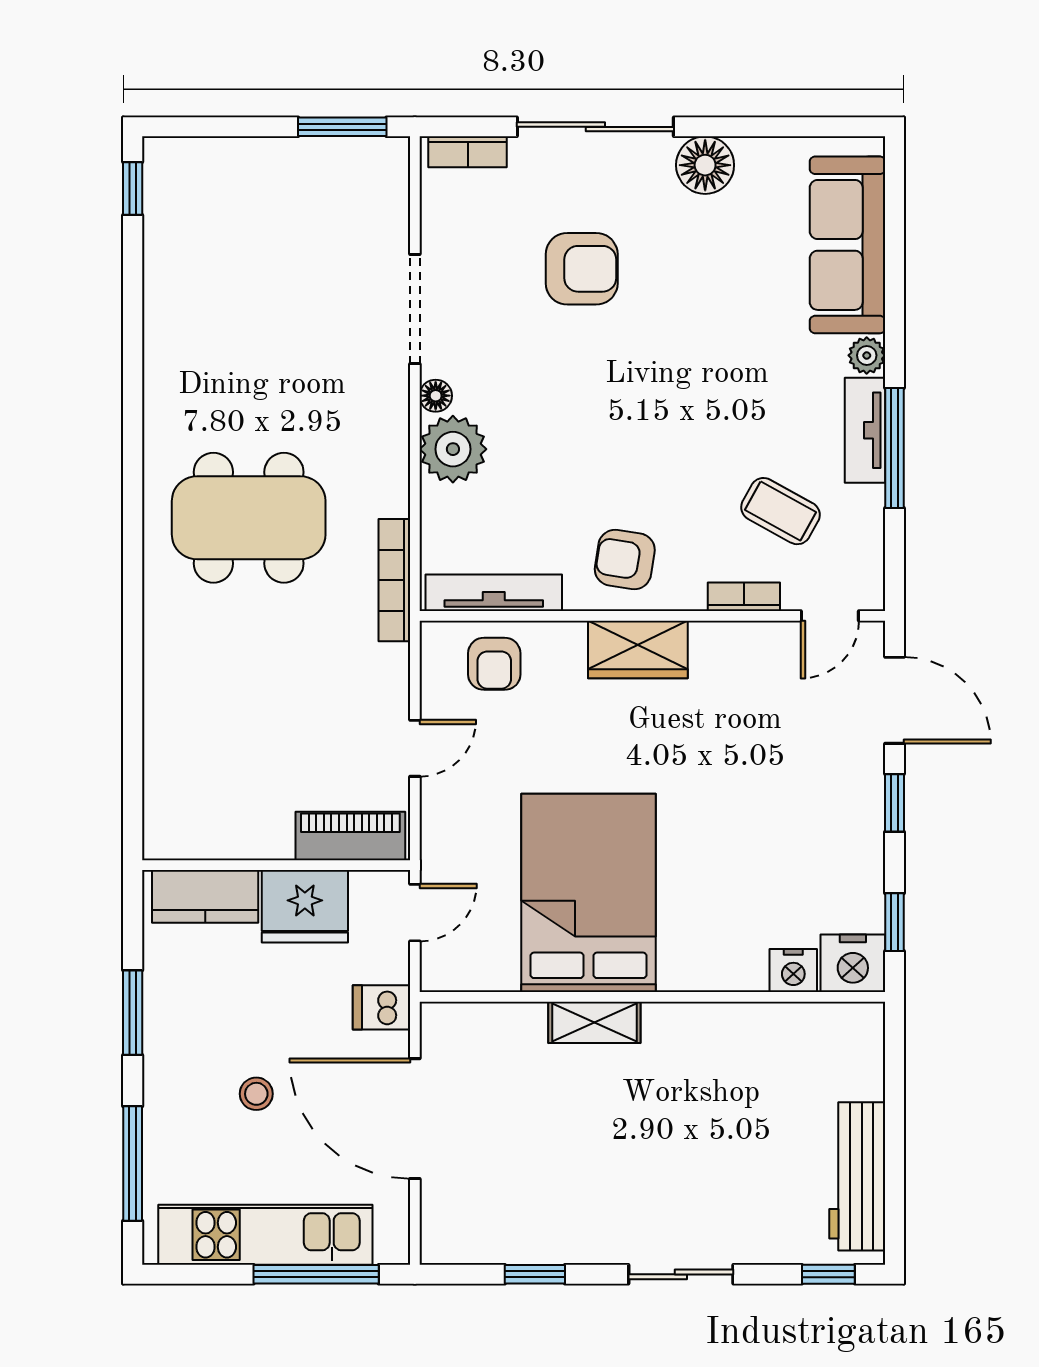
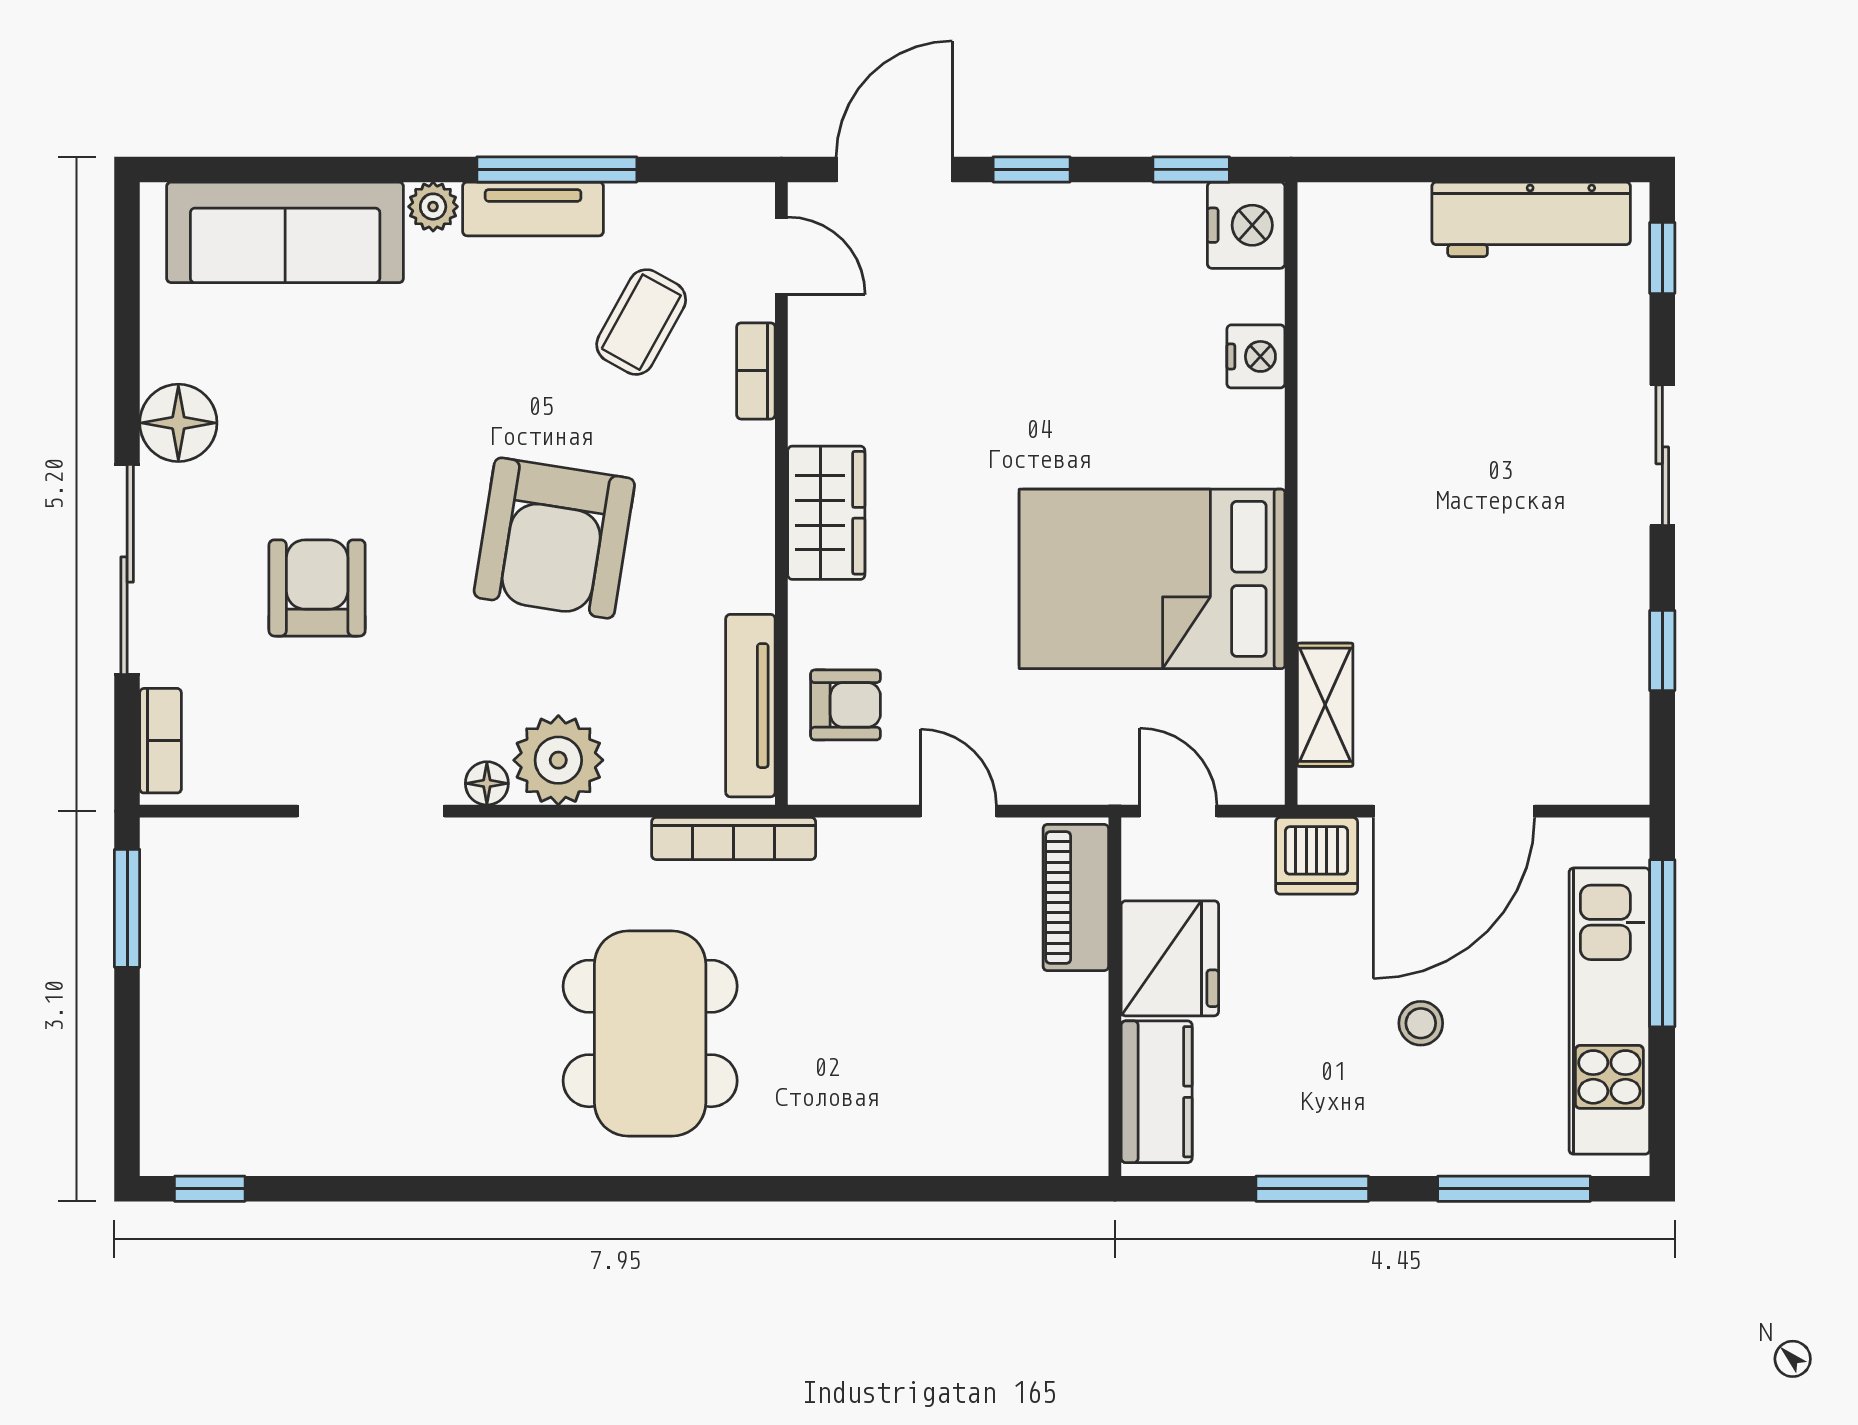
armchair: (625, 560) -> (554, 538), moved, width x1.88, depth x1.88
nightstand: (793, 970) -> (1256, 356), moved
dishwasher: (381, 1007) -> (1317, 856), width x1.38
shelving: (594, 1022) -> (1325, 705), moved

